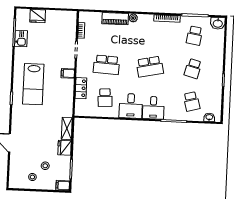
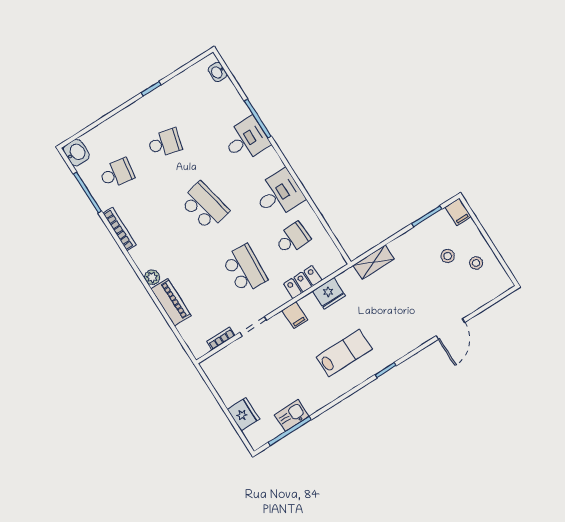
lab bench: (33, 84) -> (344, 353), width x0.73, depth x0.72
school desk: (192, 101) -> (213, 113), removed
desk: (153, 108) -> (246, 140), moved
fridge: (65, 148) -> (329, 293), moved

